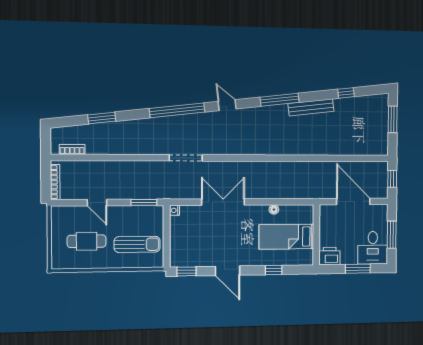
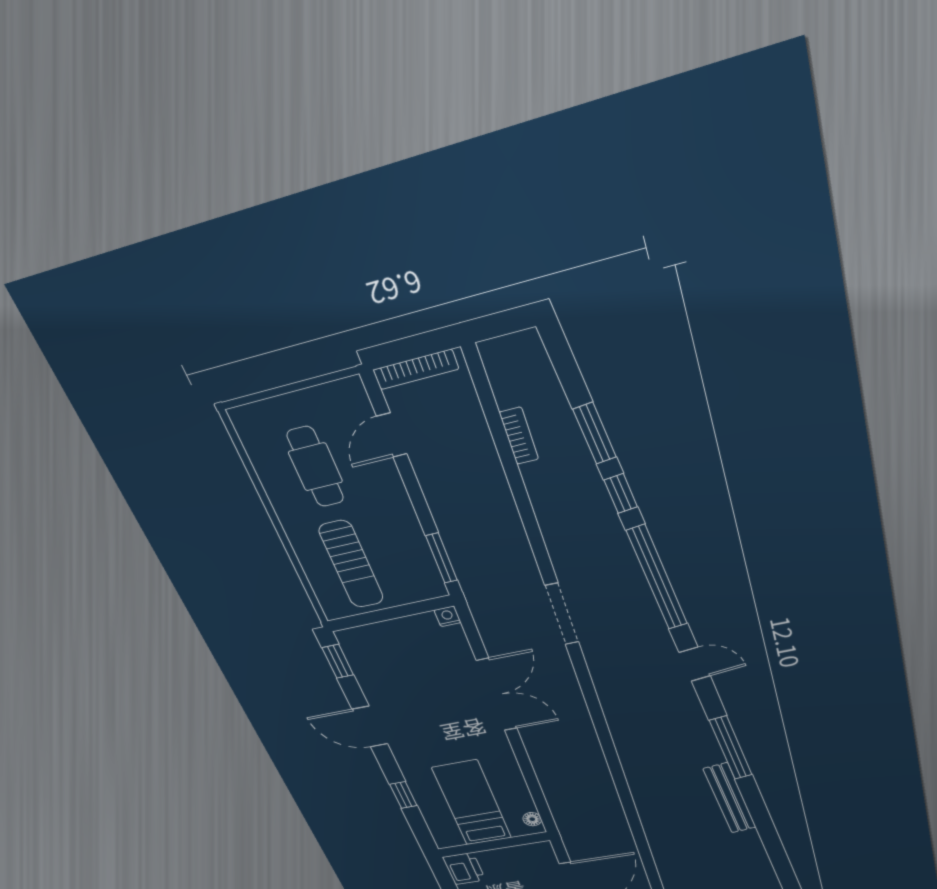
window: (346, 93) -> (621, 494), moved
door: (227, 105) -> (695, 664), hinge flipped
bookcase: (72, 149) -> (519, 436), moved
door: (97, 203) -> (392, 435), moved
floor lamp: (274, 209) -> (532, 819), moved
door: (228, 271) -> (370, 727), hinge flipped

